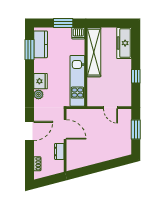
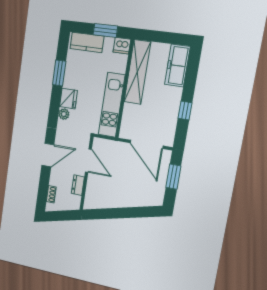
kitchen counter: (41, 44) -> (87, 42), moved, turned 90
window: (29, 50) -> (59, 73), moved
door: (110, 108) -> (147, 144), width x1.87

